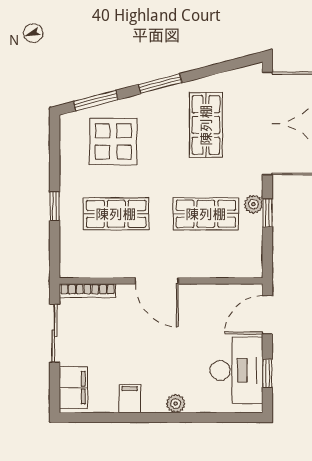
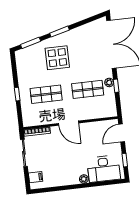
shop shelf: (206, 125) -> (83, 48), removed
display table: (113, 142) -> (57, 58), moved
desk: (236, 370) -> (104, 169), moved, turned 90
filing cabinet: (73, 388) -> (36, 177), width x0.50
filing cabinet: (130, 399) -> (62, 179), removed

